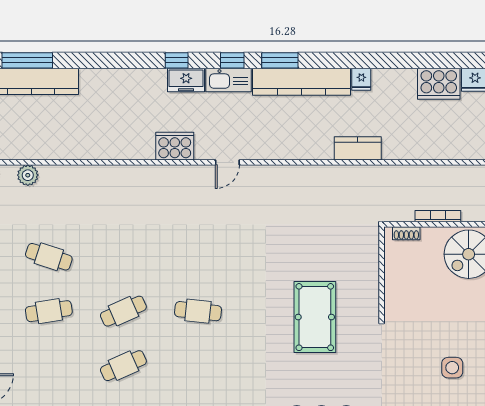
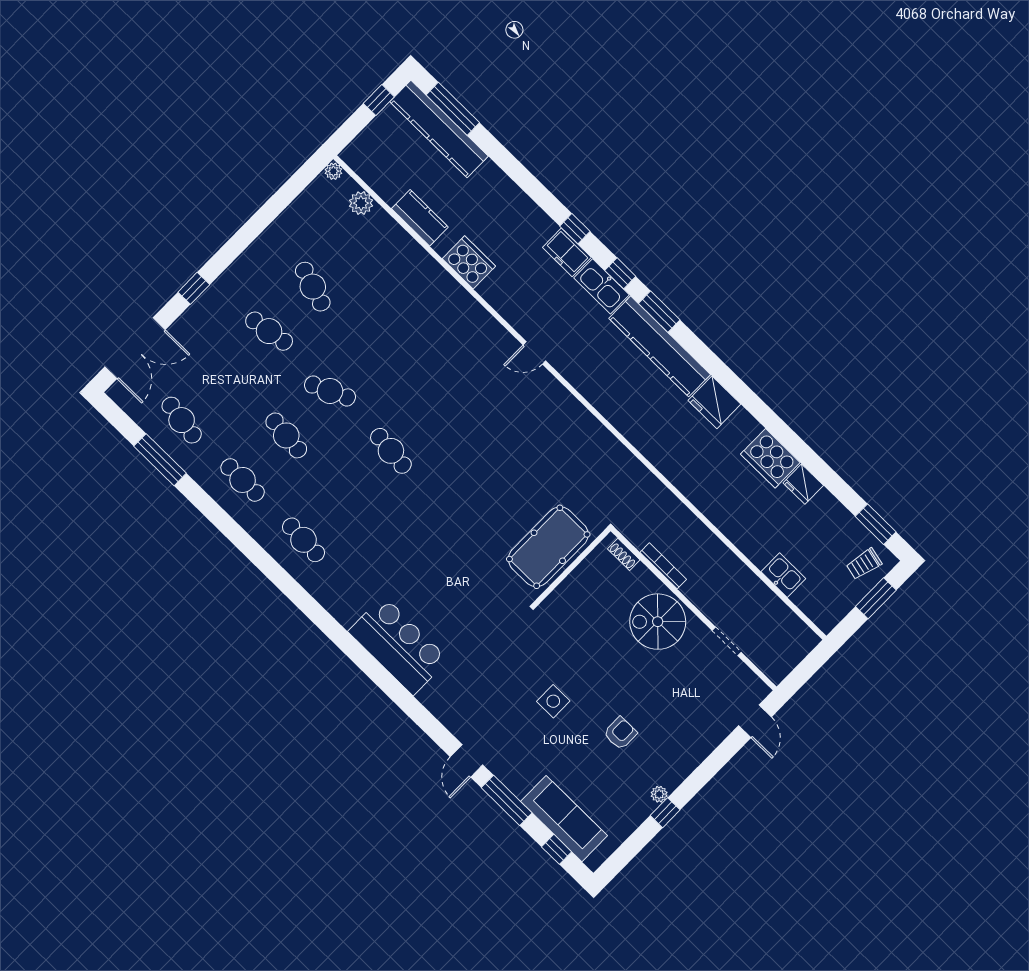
fridge: (361, 79) -> (714, 402), width x1.88, depth x1.34
cooker: (175, 146) -> (469, 262), moved
kitchen counter: (358, 148) -> (420, 218), moved
pool table: (315, 317) -> (548, 547), moved
cafe table: (123, 366) -> (286, 435), turned 30

